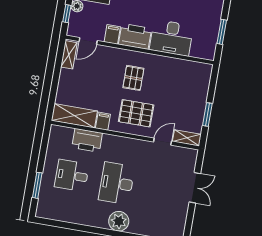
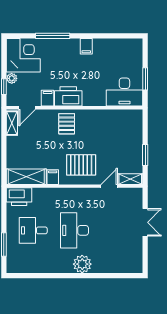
desk: (171, 38) -> (124, 92), moved
pallet: (133, 78) -> (67, 124), moved
printer: (87, 140) -> (19, 197), moved

